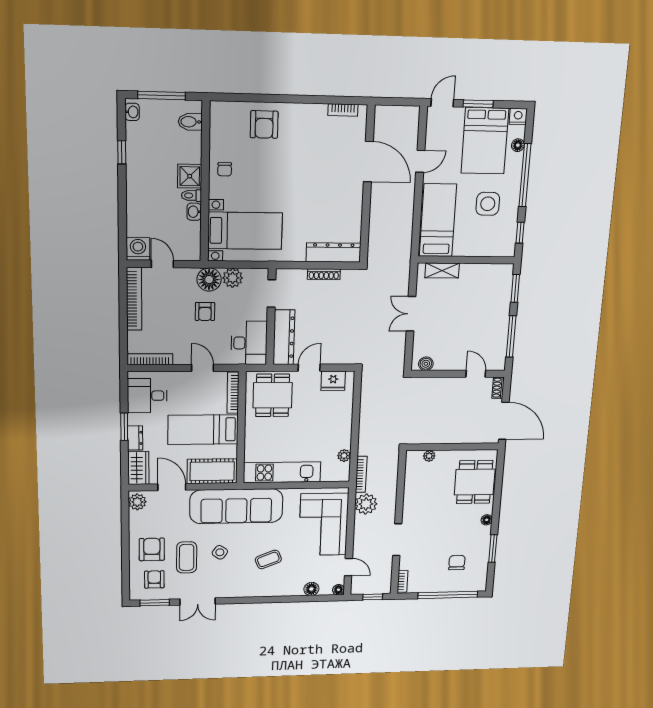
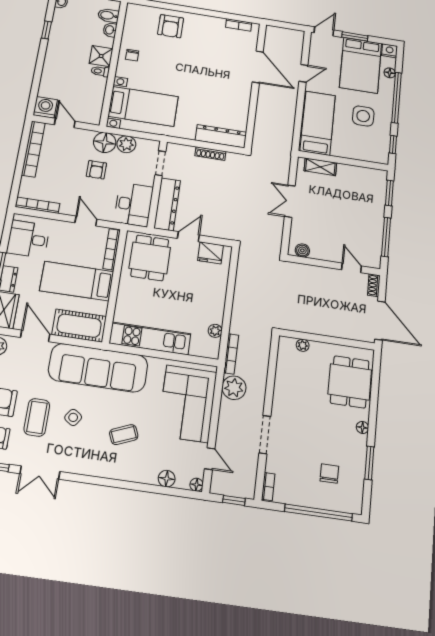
washbasin: (194, 212) -> (110, 30), moved

